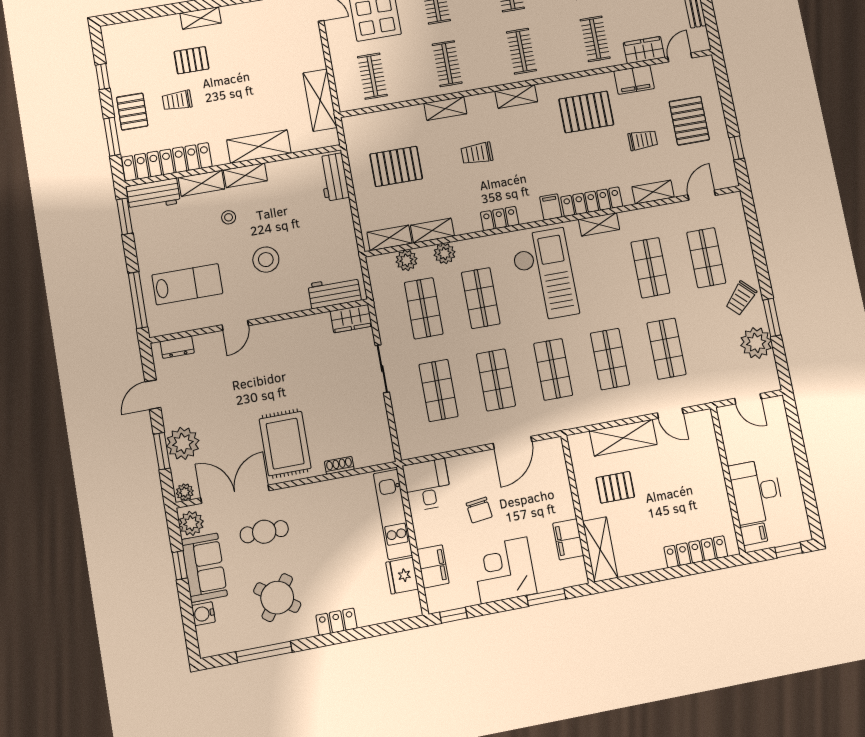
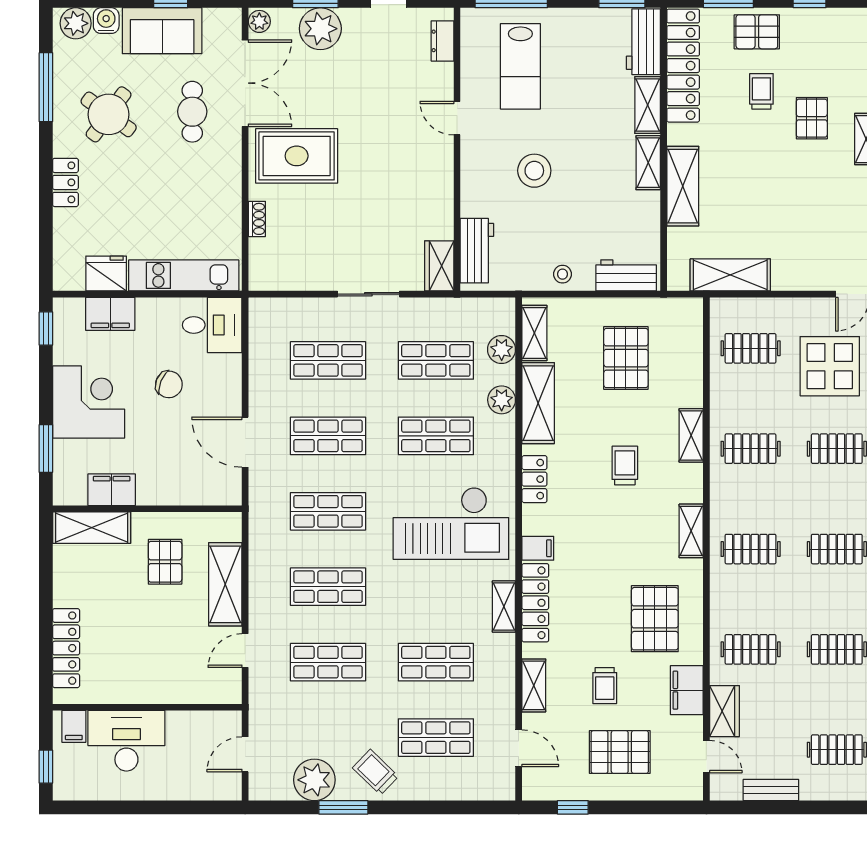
stool: (229, 217) -> (563, 274), moved
shelving: (432, 231) -> (538, 403), width x1.50, depth x1.33
chair: (479, 510) -> (169, 384), turned -151
plant: (191, 523) -> (76, 23), moved

